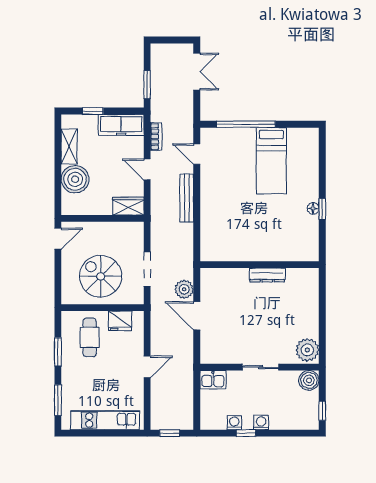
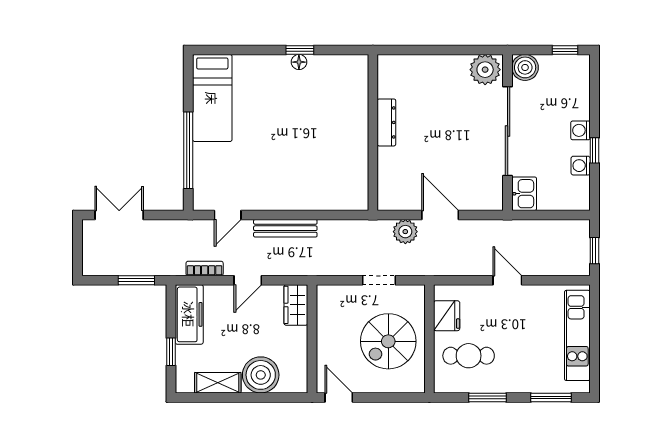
bed: (271, 161) -> (212, 98), moved, turned 90
doorway: (147, 269) -> (379, 280), width x0.73
door: (197, 316) -> (440, 215), swing flipped
sliding door: (261, 367) -> (508, 131), width x1.86

